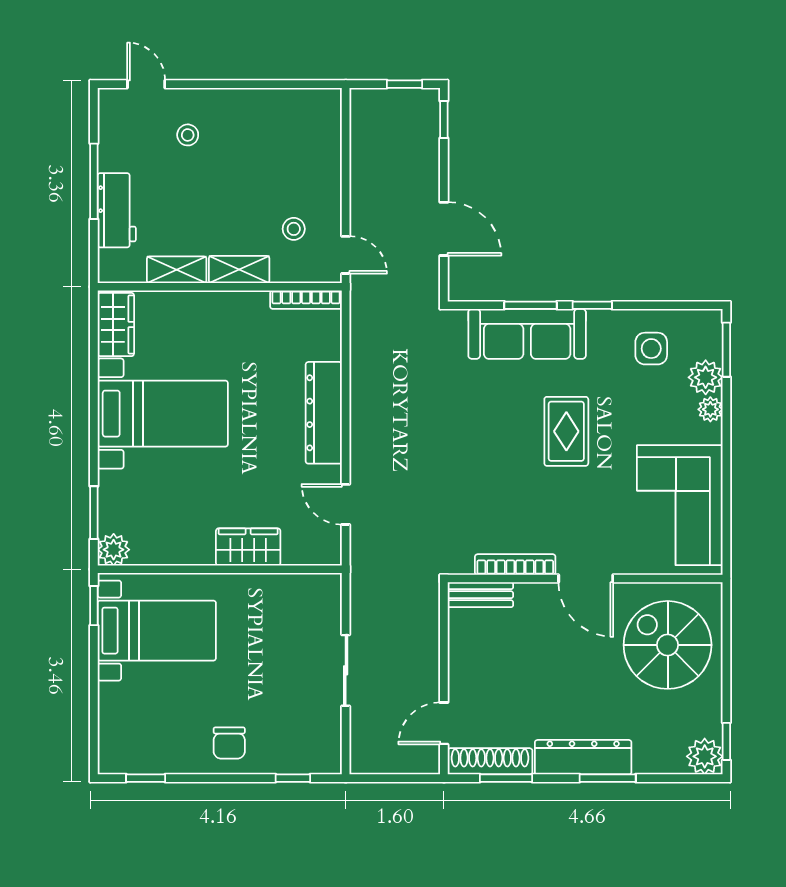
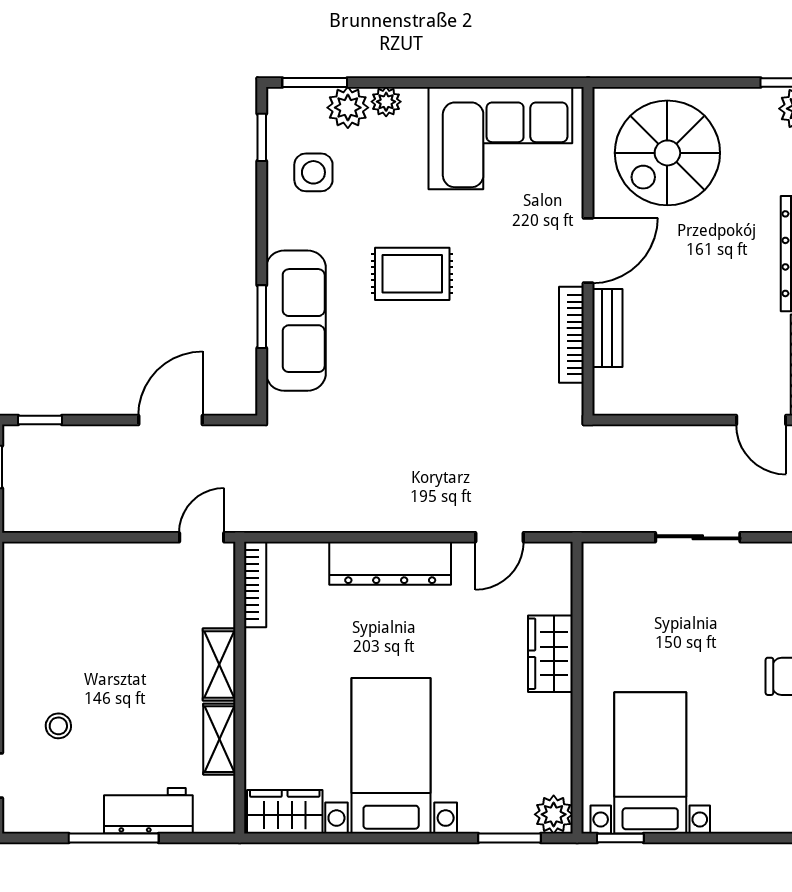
stool: (294, 229) -> (171, 599), removed
window: (592, 305) -> (262, 137), moved
bench: (480, 595) -> (607, 328), moved

